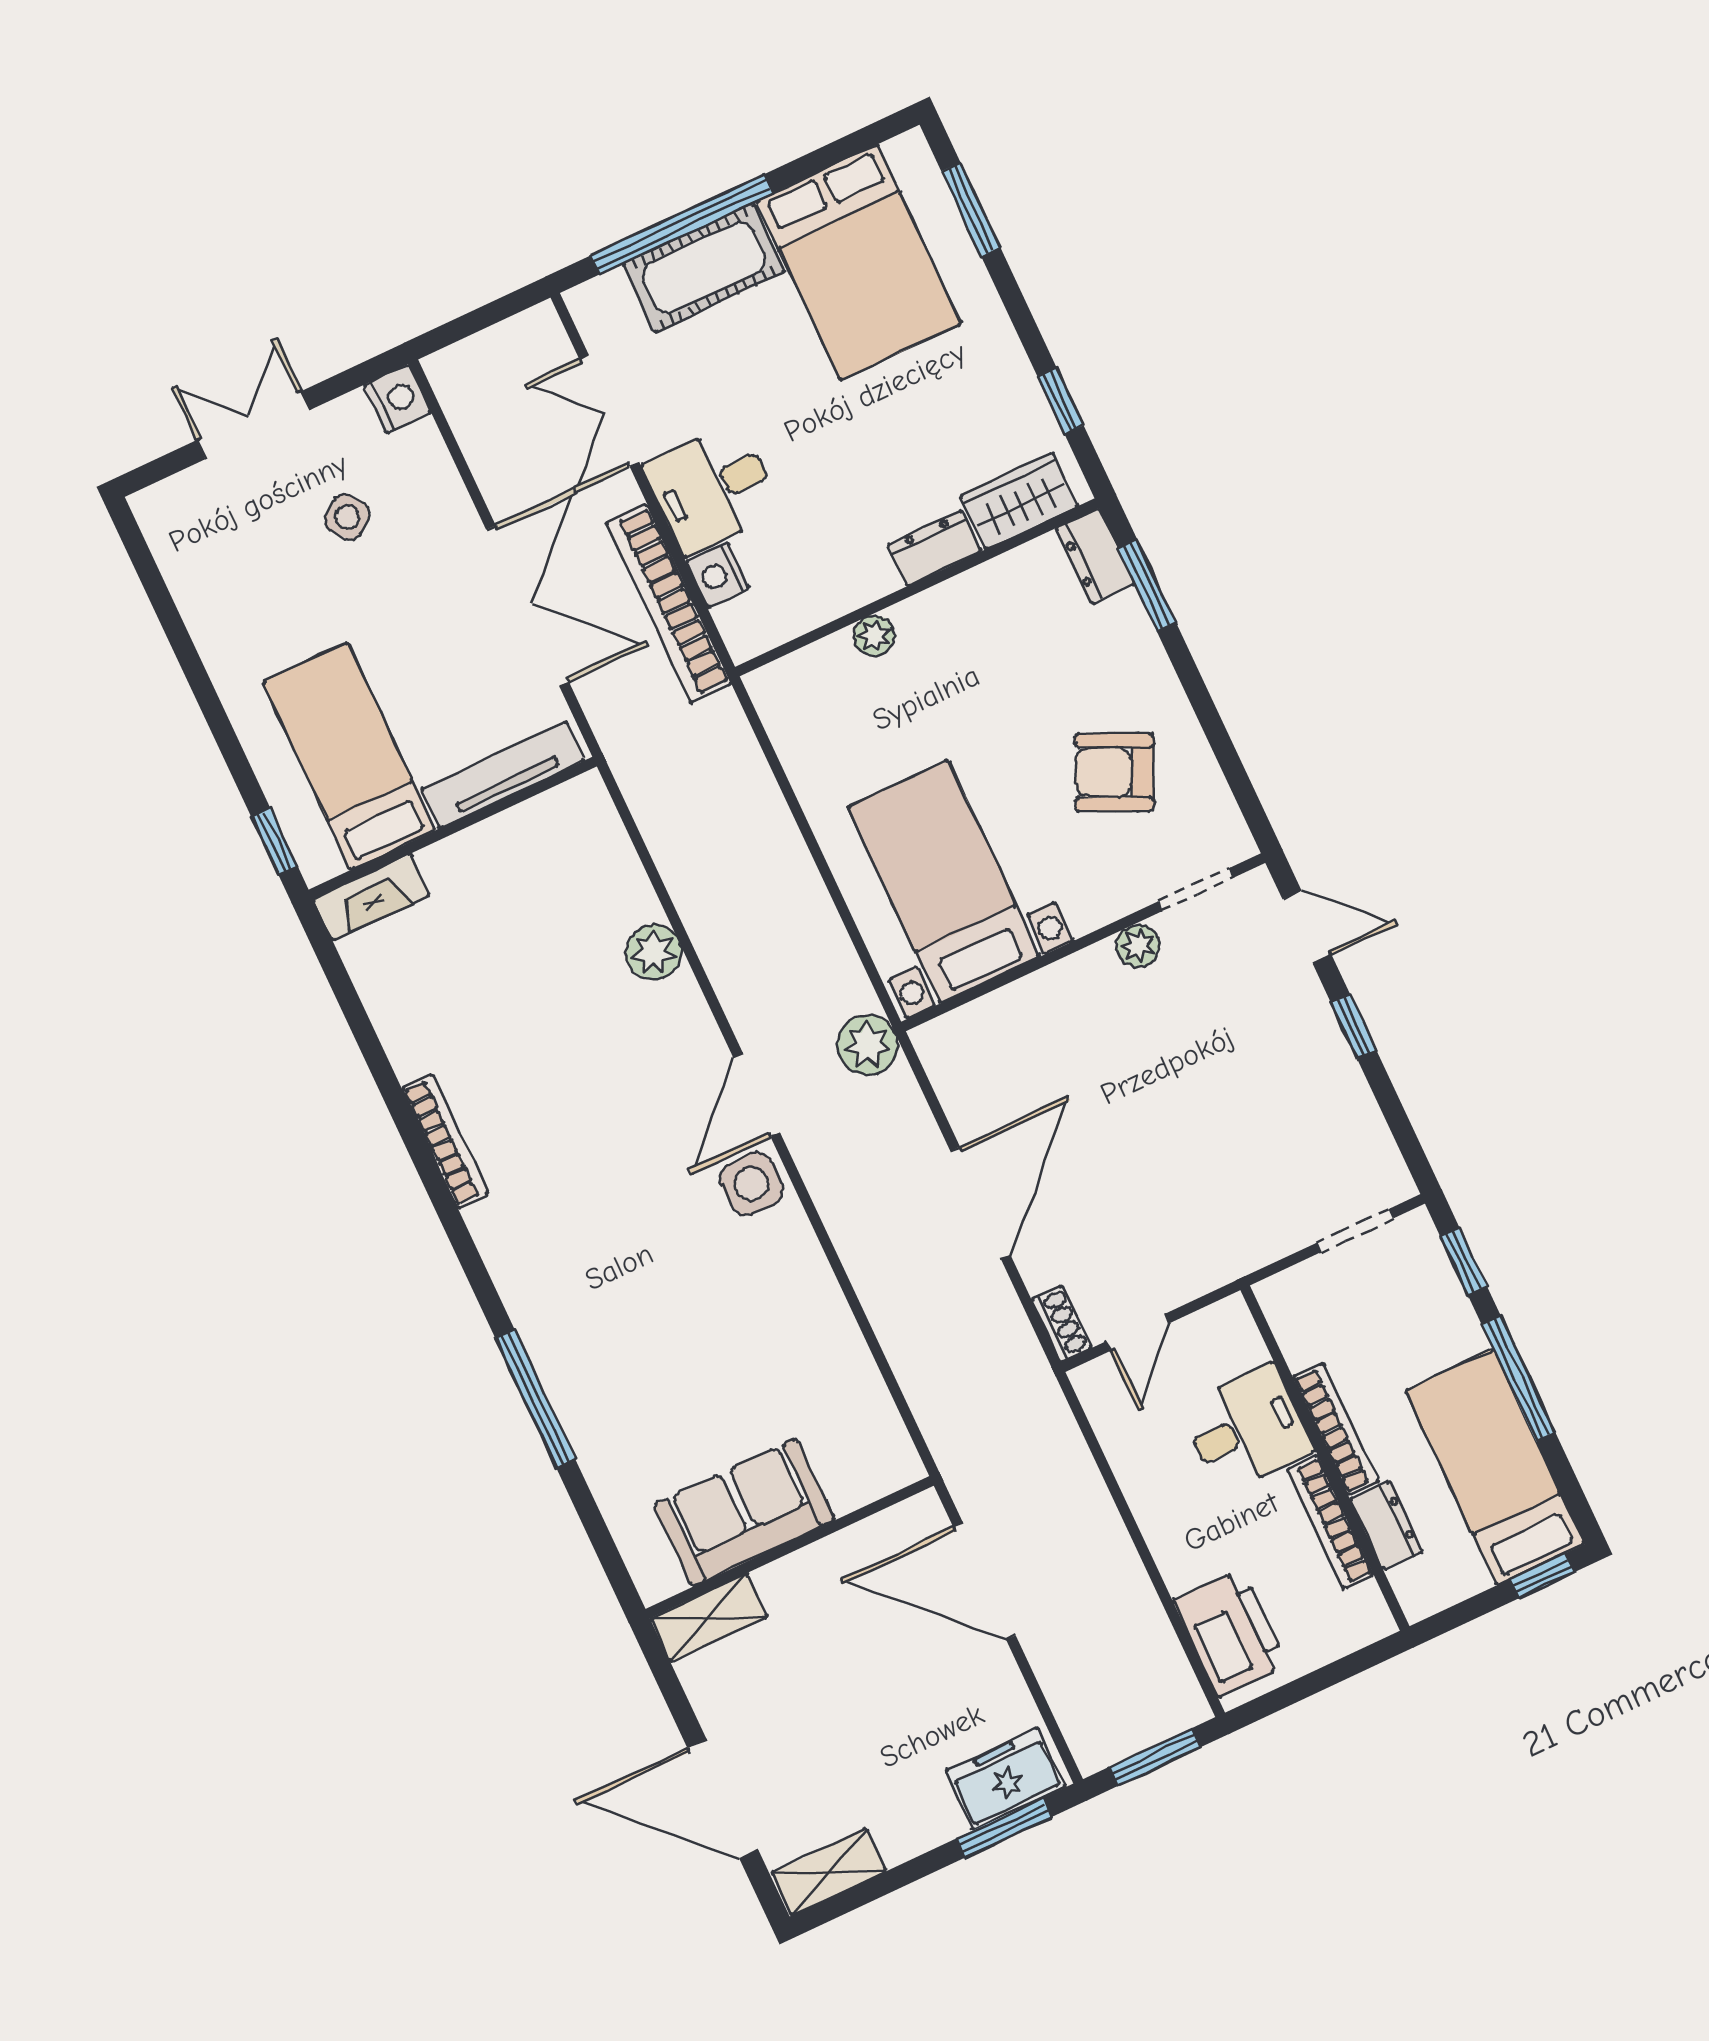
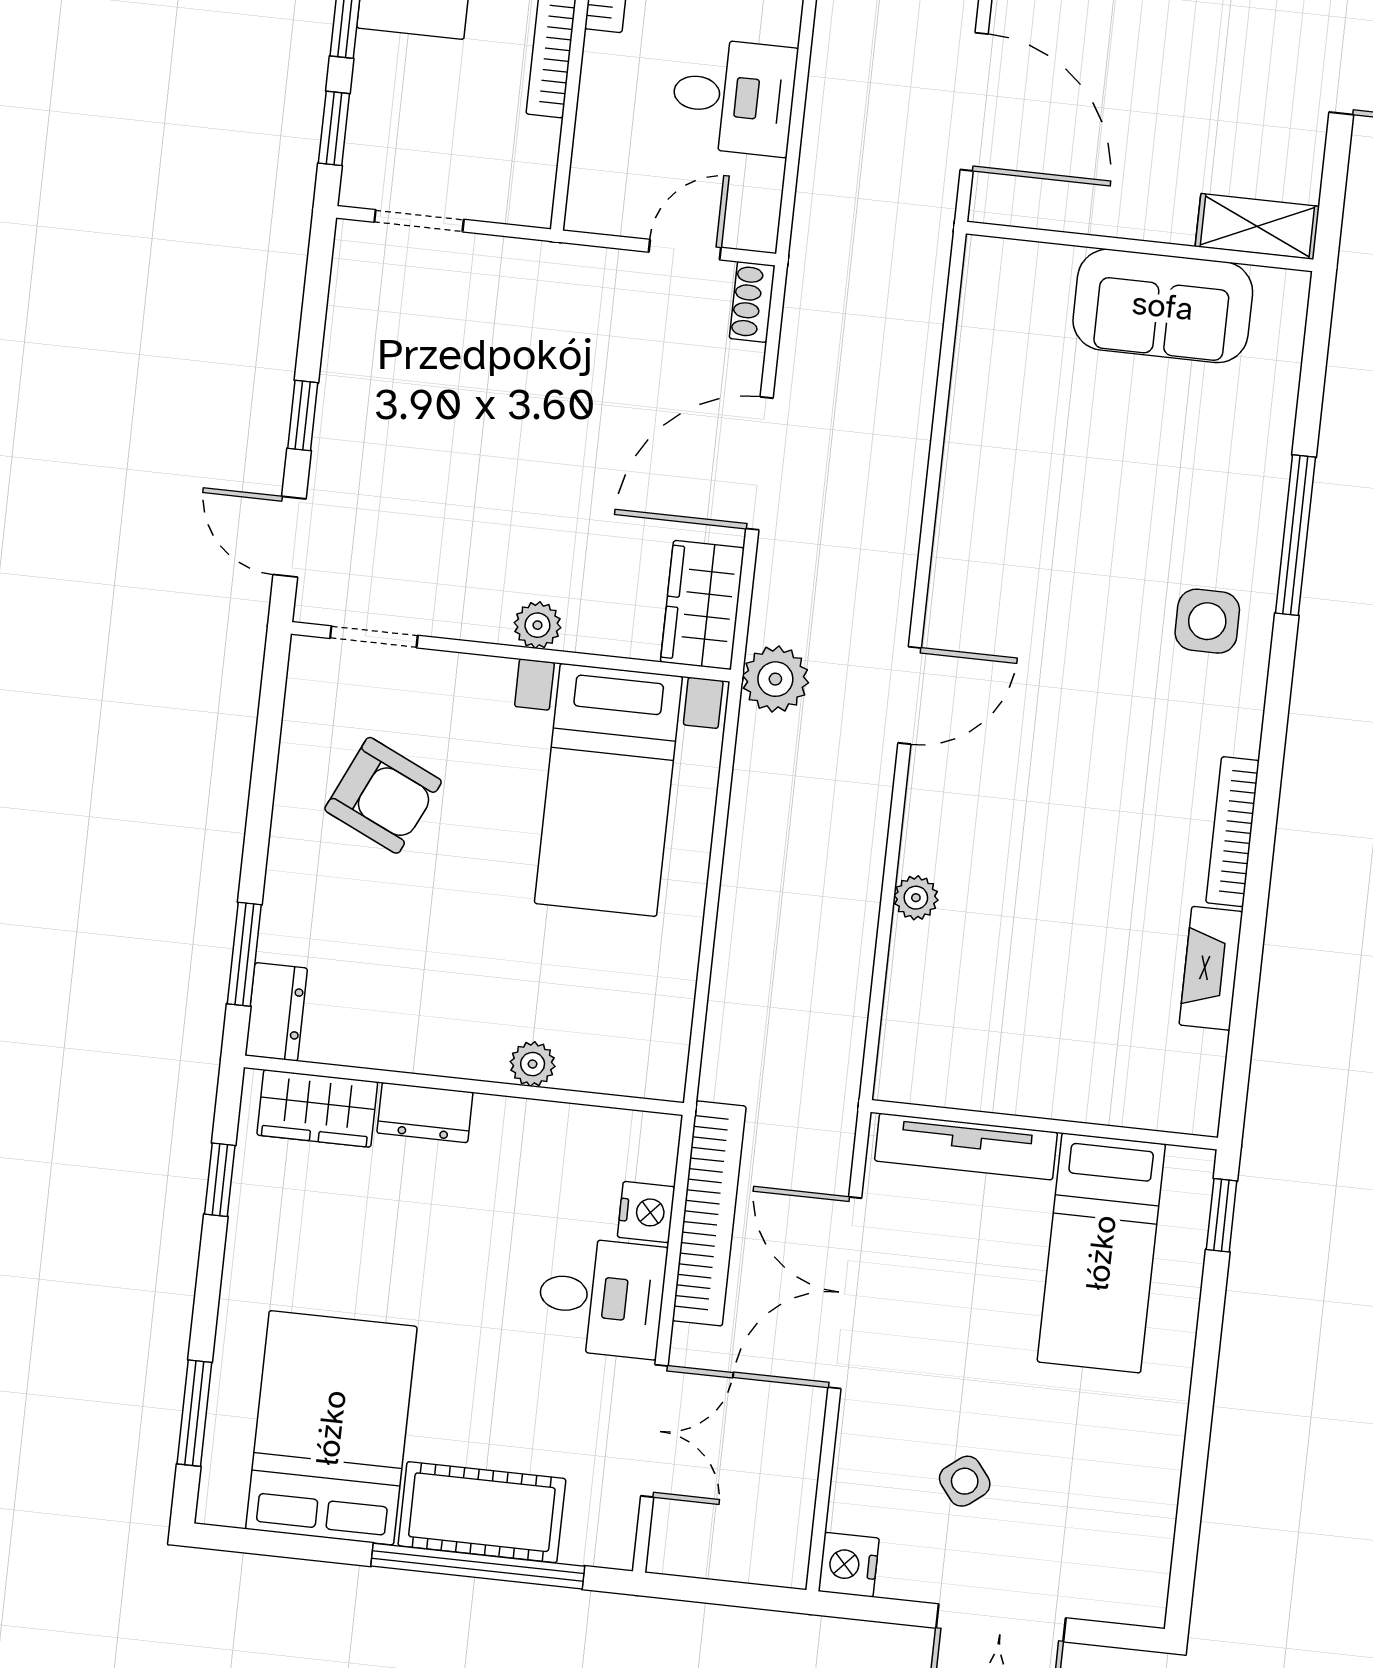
fireplace: (371, 897) -> (1211, 968), moved, turned -90
plant: (1138, 946) -> (537, 625), moved
plant: (654, 952) -> (916, 898), width x0.73, depth x0.73
wardrobe: (958, 1068) -> (702, 605), added
side table: (751, 1184) -> (1207, 621), moved
desk: (1246, 1429) -> (734, 97), moved, turned 180

